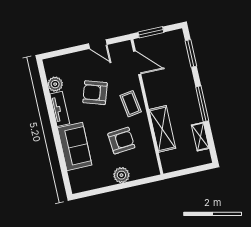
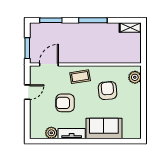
armchair: (95, 93) -> (65, 103), turned 72
shelving: (162, 129) -> (106, 56), removed
shelving: (200, 137) -> (130, 28), moved
plant: (121, 175) -> (135, 77), moved

